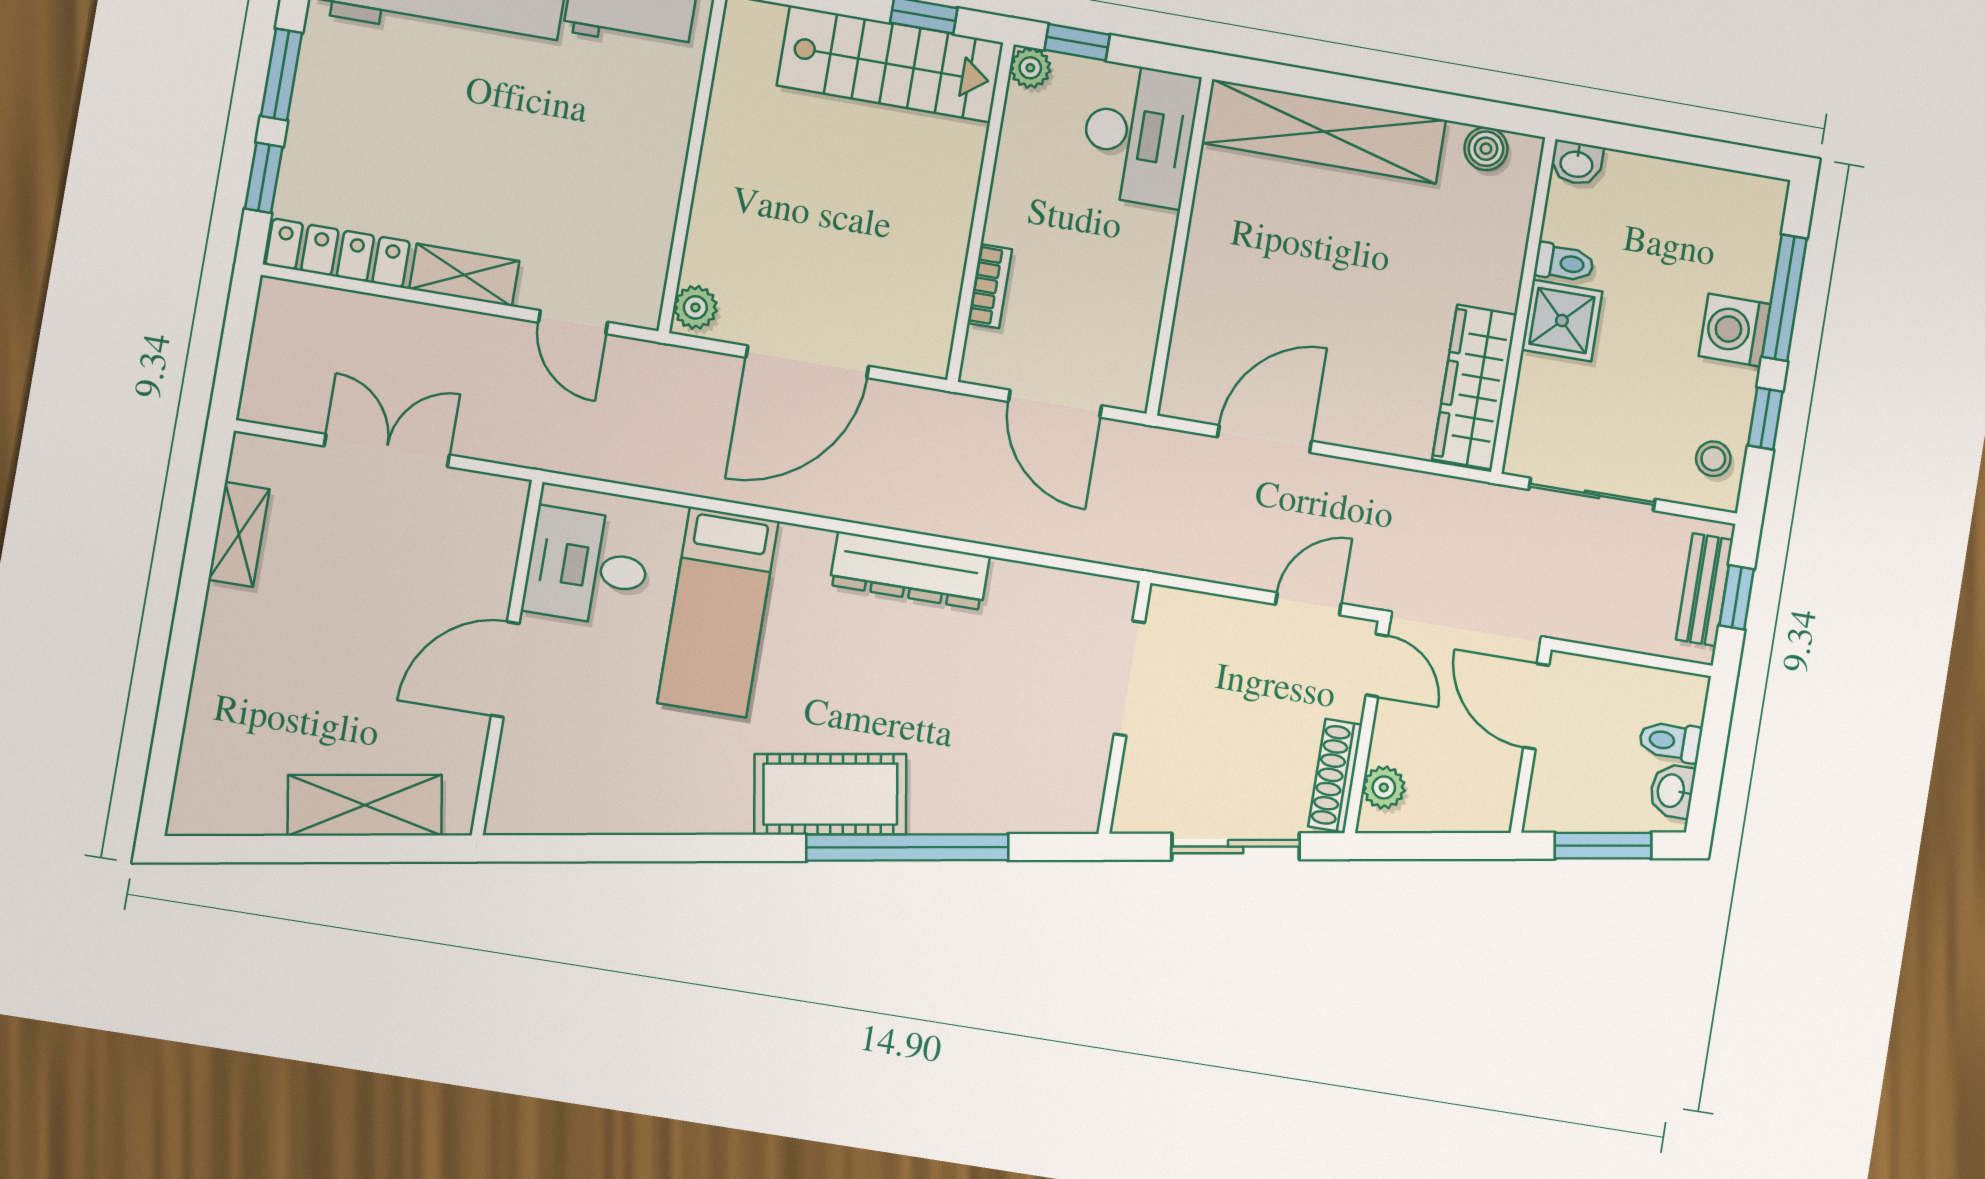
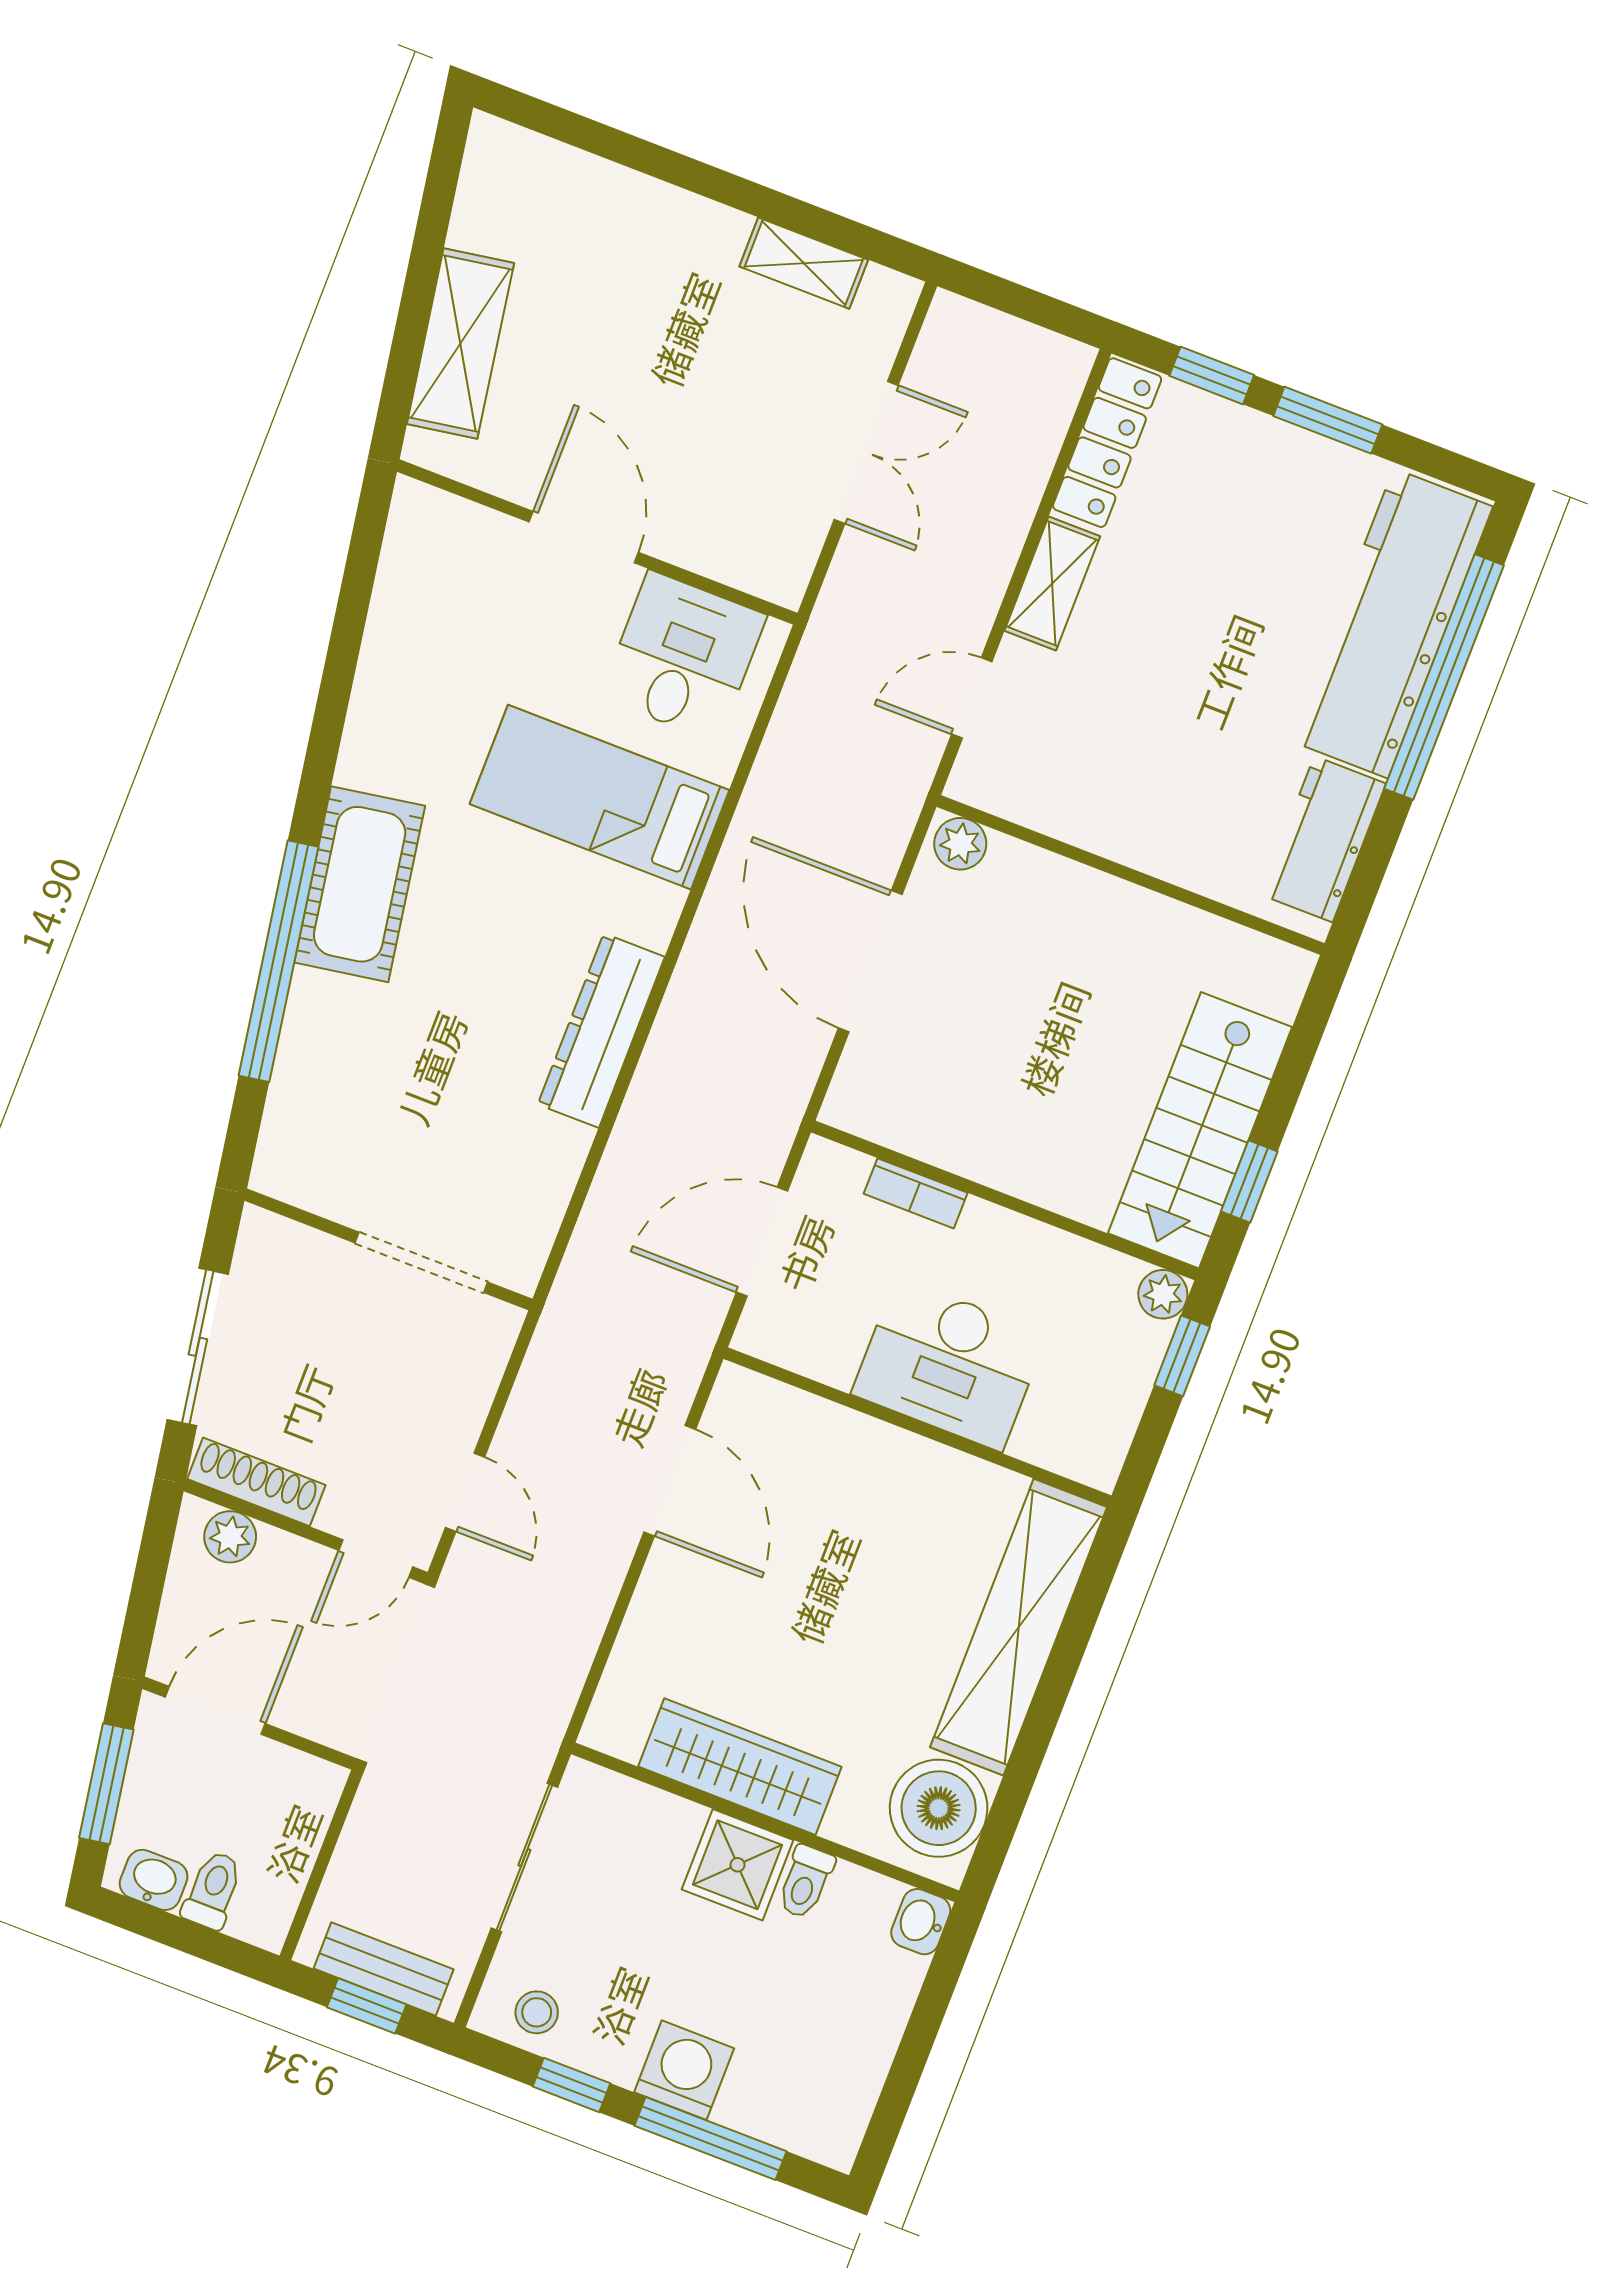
desk: (1139, 135) -> (949, 1364), moved
boiler: (1486, 149) -> (939, 1808), width x1.86, depth x1.86
wardrobe: (1475, 387) -> (740, 1767), moved
door: (1536, 706) -> (215, 1710), moved

